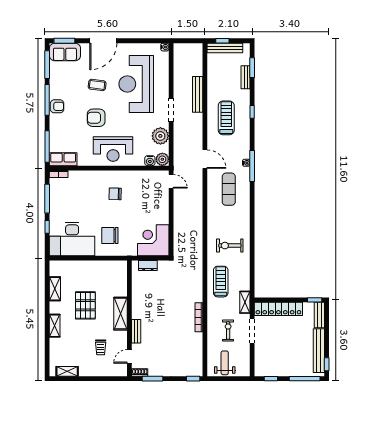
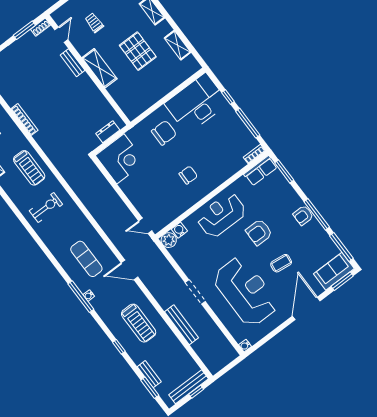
armchair: (96, 118) -> (259, 232), turned 180
plant: (160, 136) -> (187, 260), removed
window: (47, 146) -> (284, 171), width x0.69

